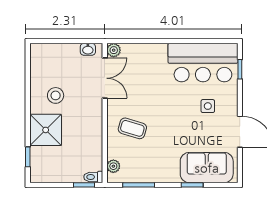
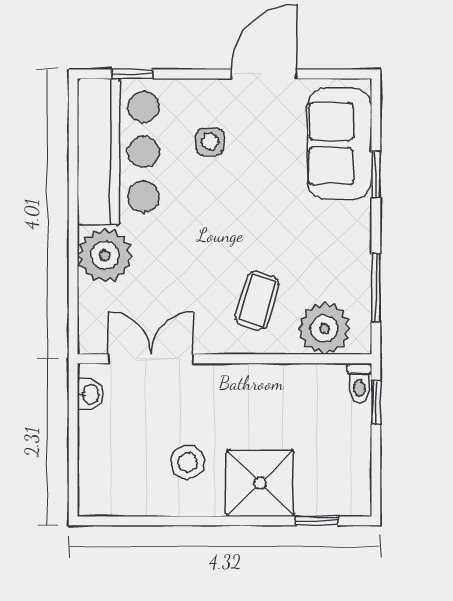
plant: (114, 50) -> (105, 255), moved, width x1.88, depth x1.88
plant: (113, 166) -> (324, 328), width x1.87, depth x1.87

